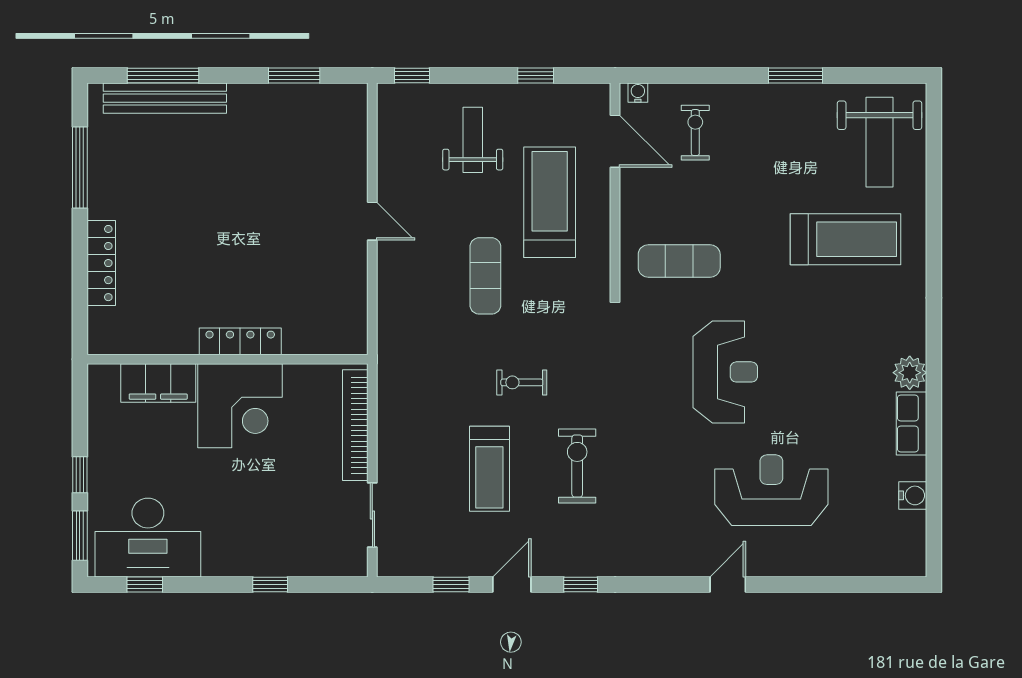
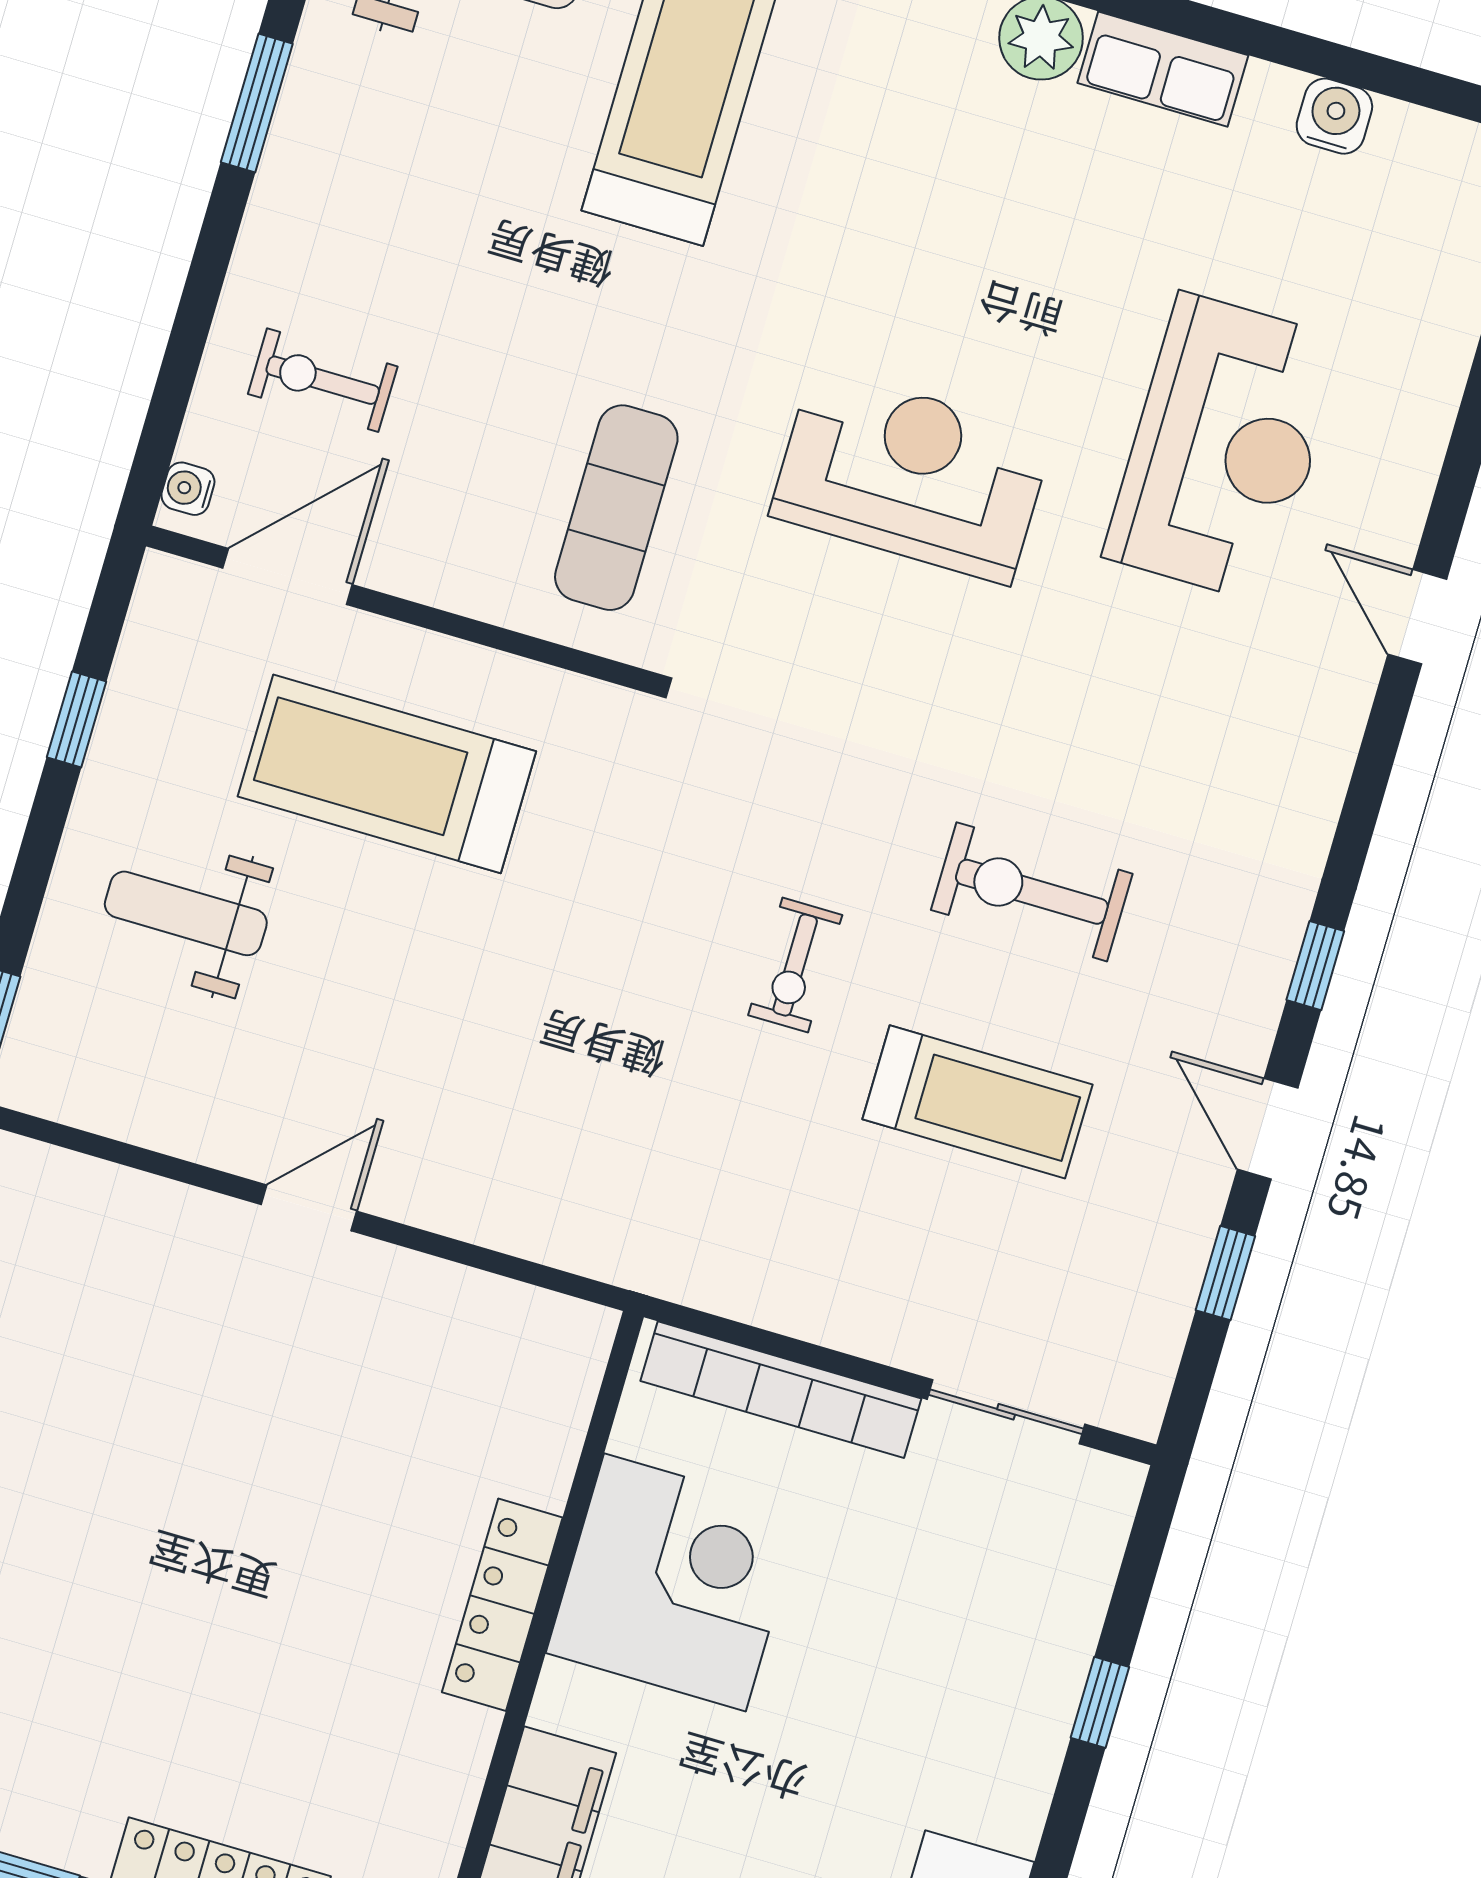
exercise mat: (485, 276) -> (517, 978), removed
corner desk: (240, 406) -> (675, 1582), moved
reception desk: (771, 490) -> (1224, 448), turned 180

